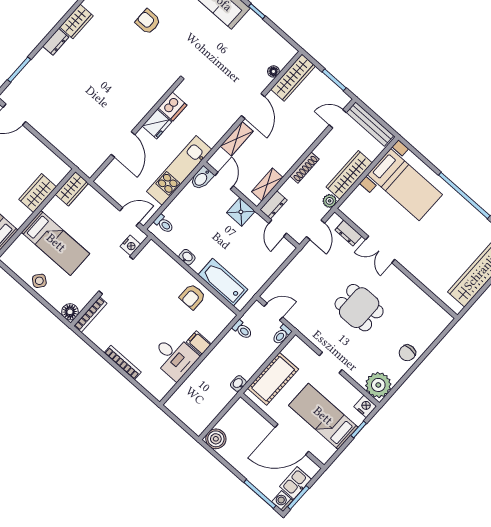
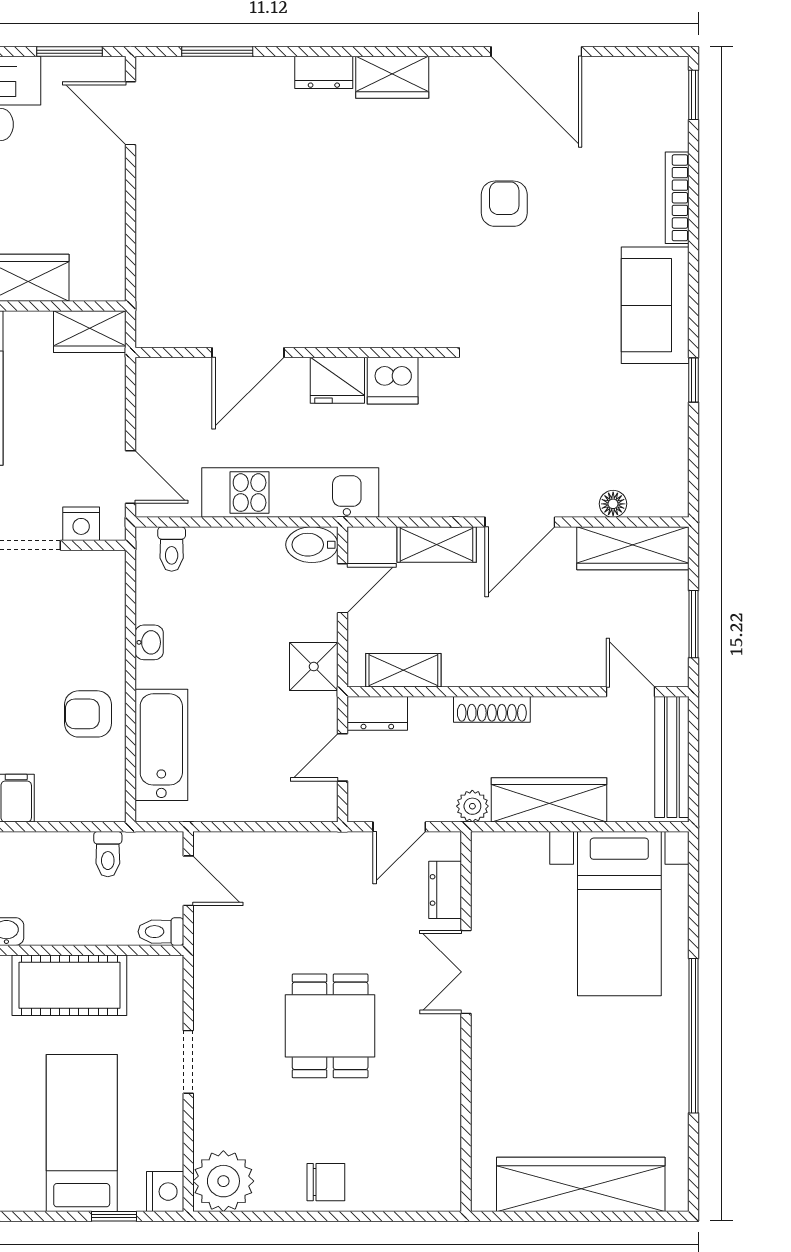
chair: (407, 353) -> (326, 1182), turned 180

